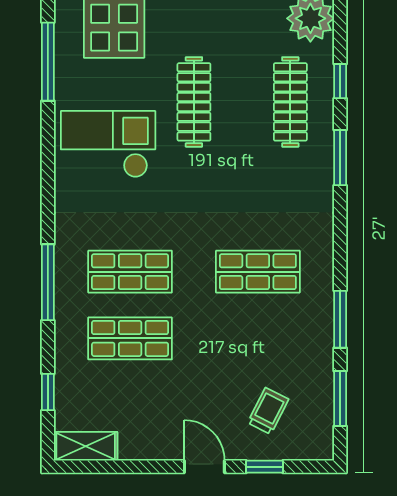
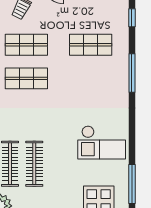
clothes rail: (194, 102) -> (34, 164), moved
shop shelf: (130, 272) -> (26, 45), moved

